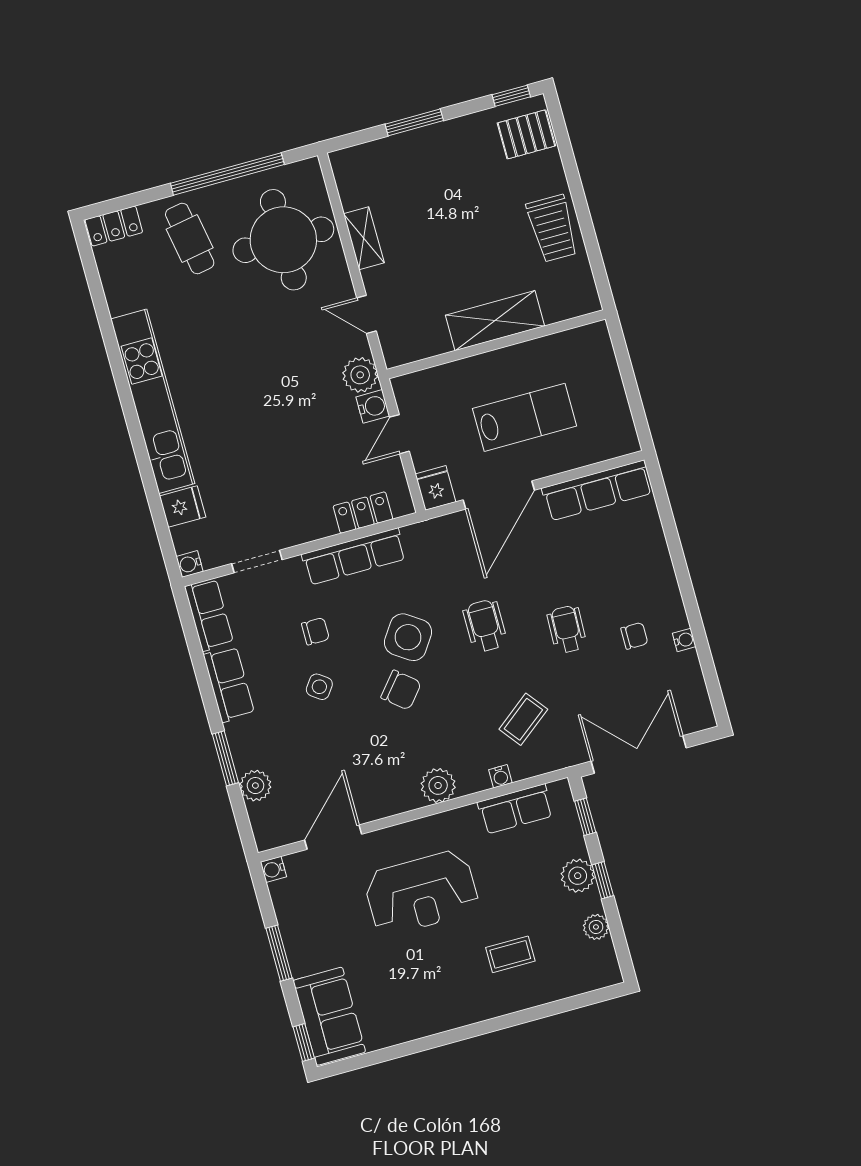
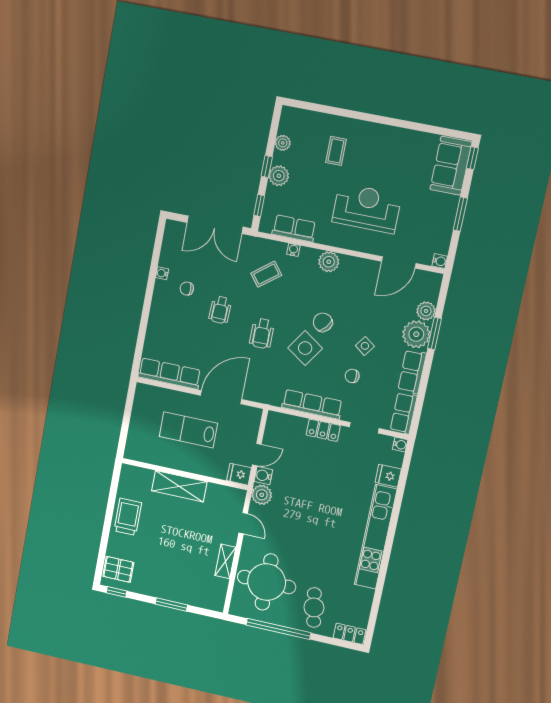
fridge: (436, 488) -> (239, 474), moved, turned 90
locker: (363, 513) -> (323, 430), moved
plant: (252, 744) -> (416, 334), added
coffee table: (510, 954) -> (336, 151), turned 90

